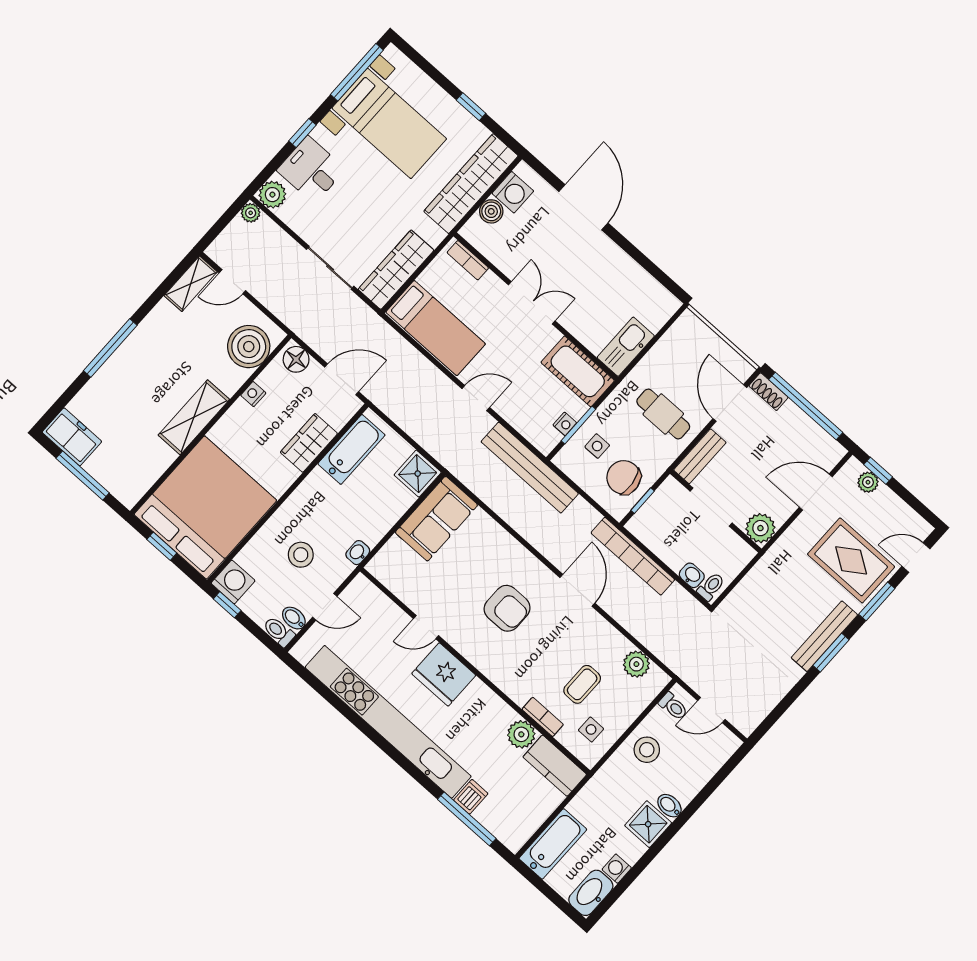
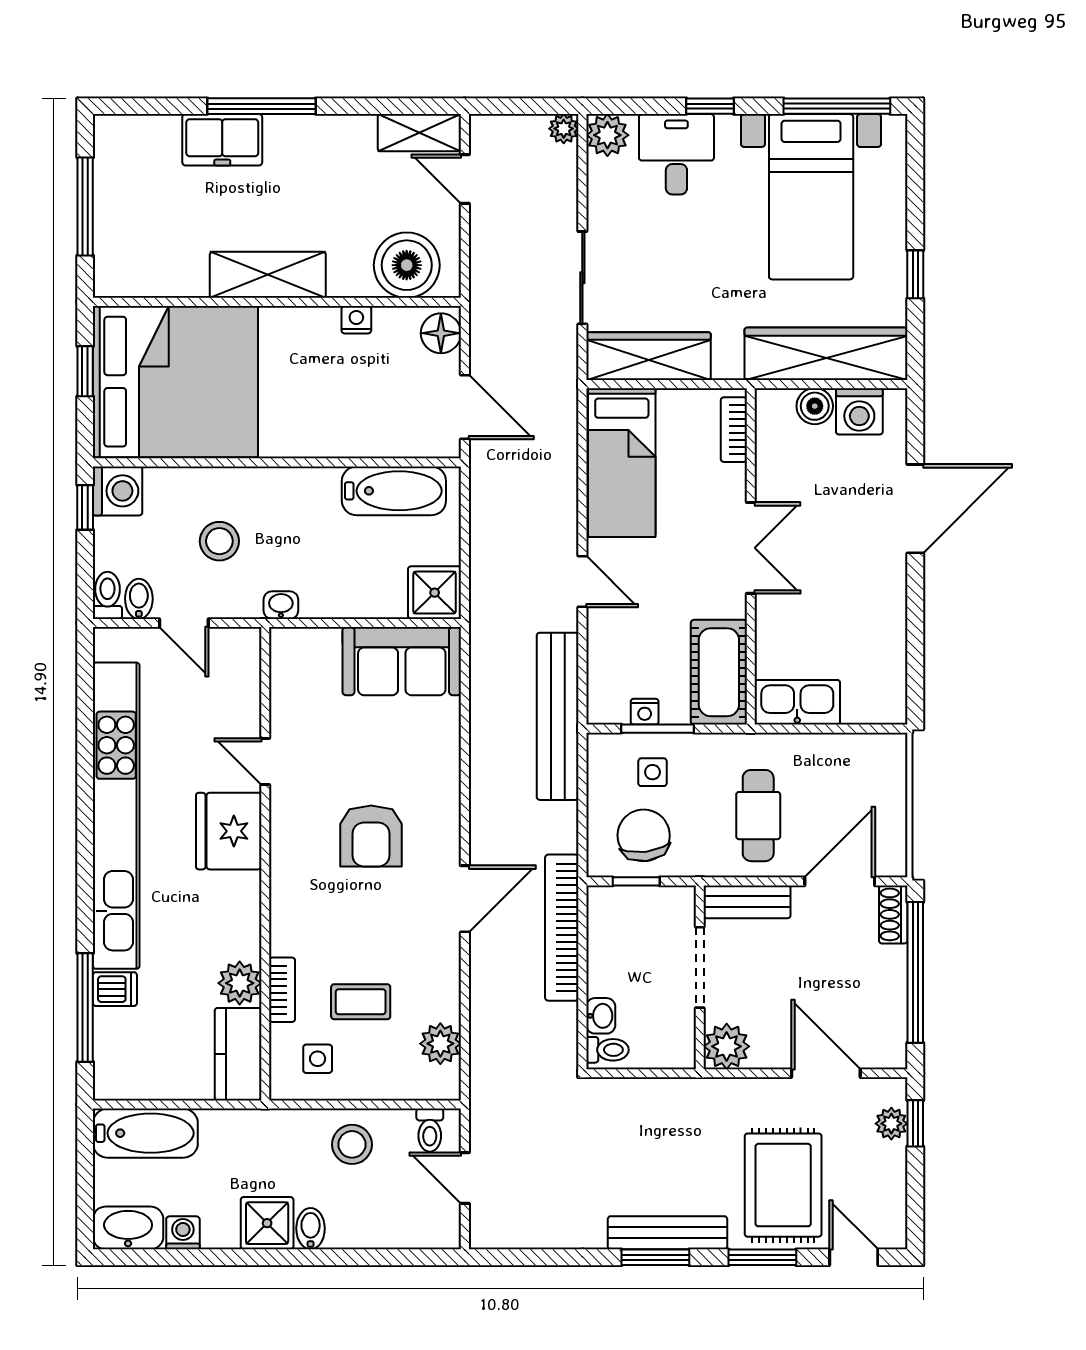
freezer: (72, 437) -> (222, 140), moved, turned 90
wardrobe: (309, 443) -> (357, 435), removed

